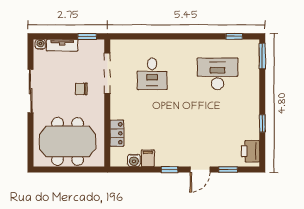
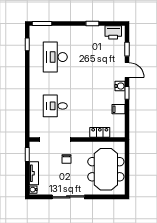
desk: (152, 74) -> (55, 106), turned 180
water cooler: (134, 160) -> (120, 86), moved

